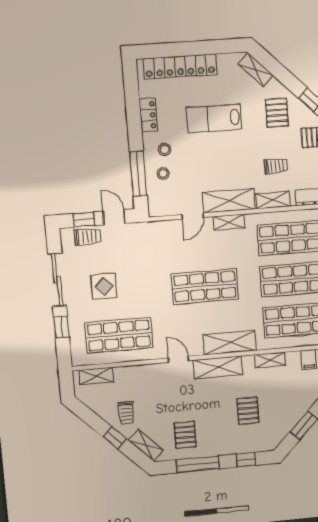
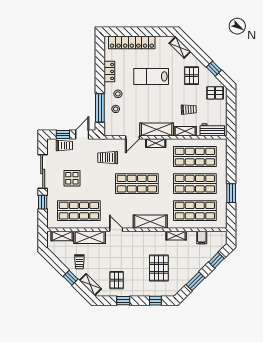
door: (114, 217) -> (82, 134), hinge flipped
trolley: (157, 250) -> (108, 158), added
shelving: (218, 367) -> (90, 237), moved
pallet: (248, 411) -> (159, 268), width x1.50, depth x1.42
window: (198, 464) -> (123, 301), width x0.46

